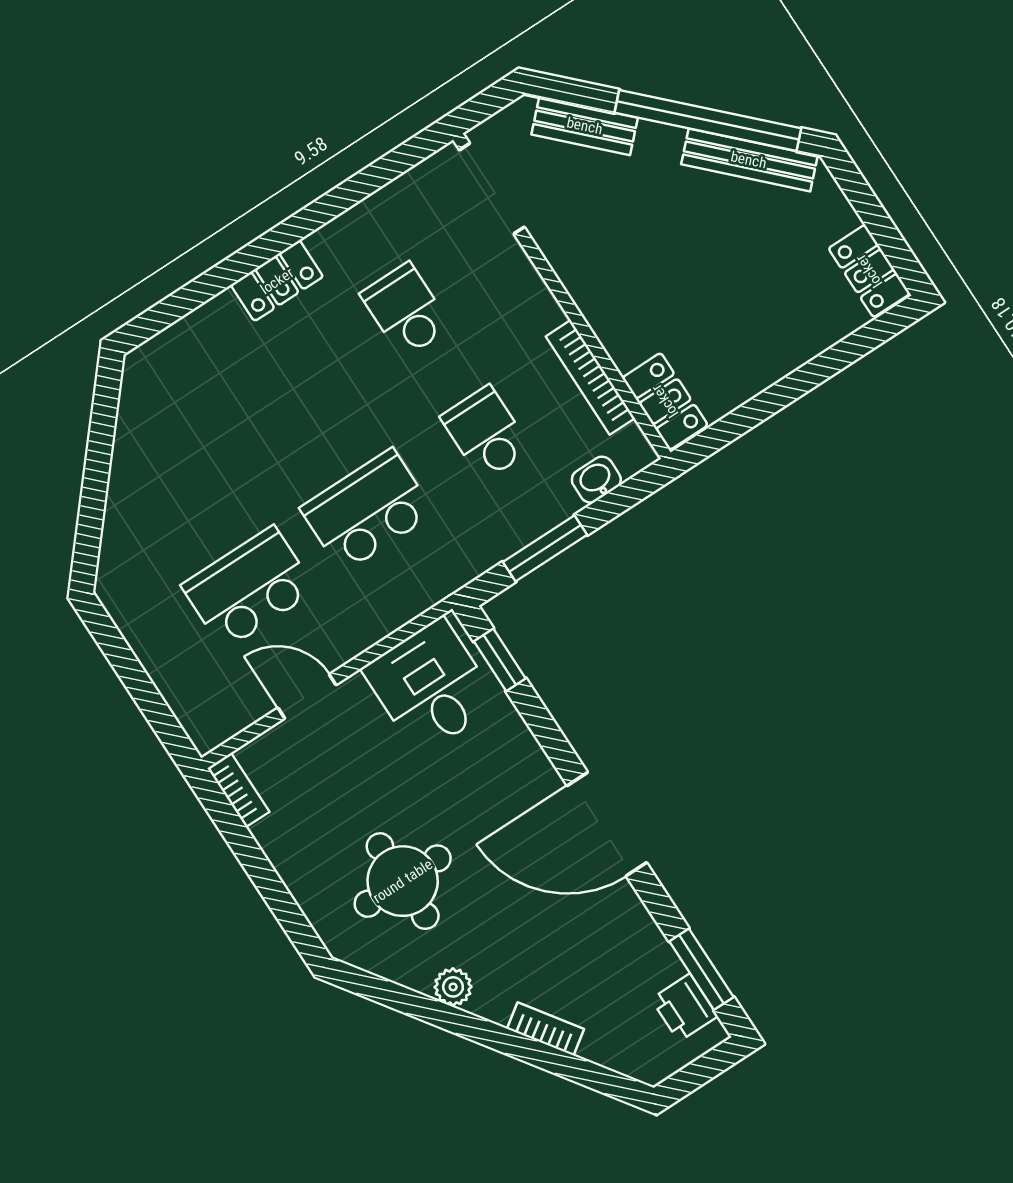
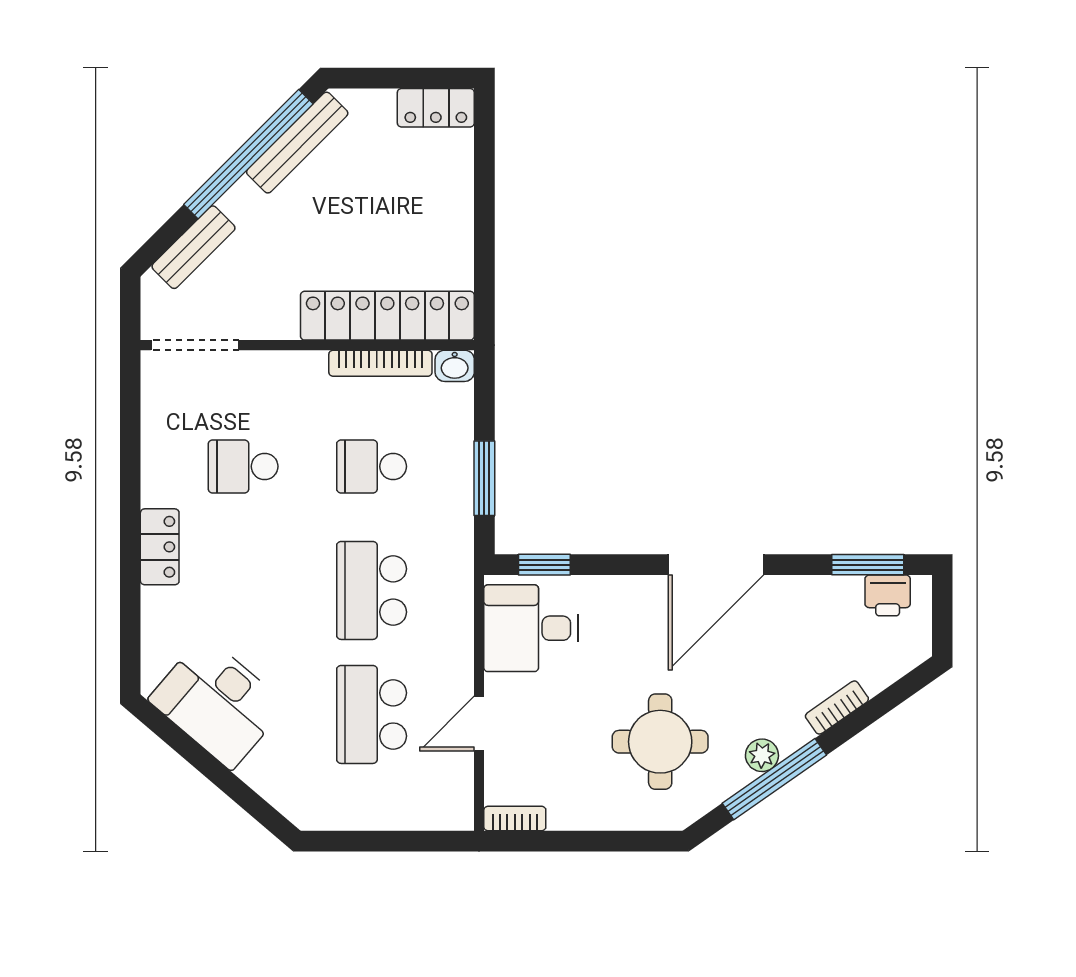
locker: (665, 401) -> (387, 316), width x2.16, depth x1.21
desk: (164, 433) -> (218, 702), added
washbasin: (596, 480) -> (455, 366), moved, turned -90
window: (438, 1014) -> (774, 779), added

